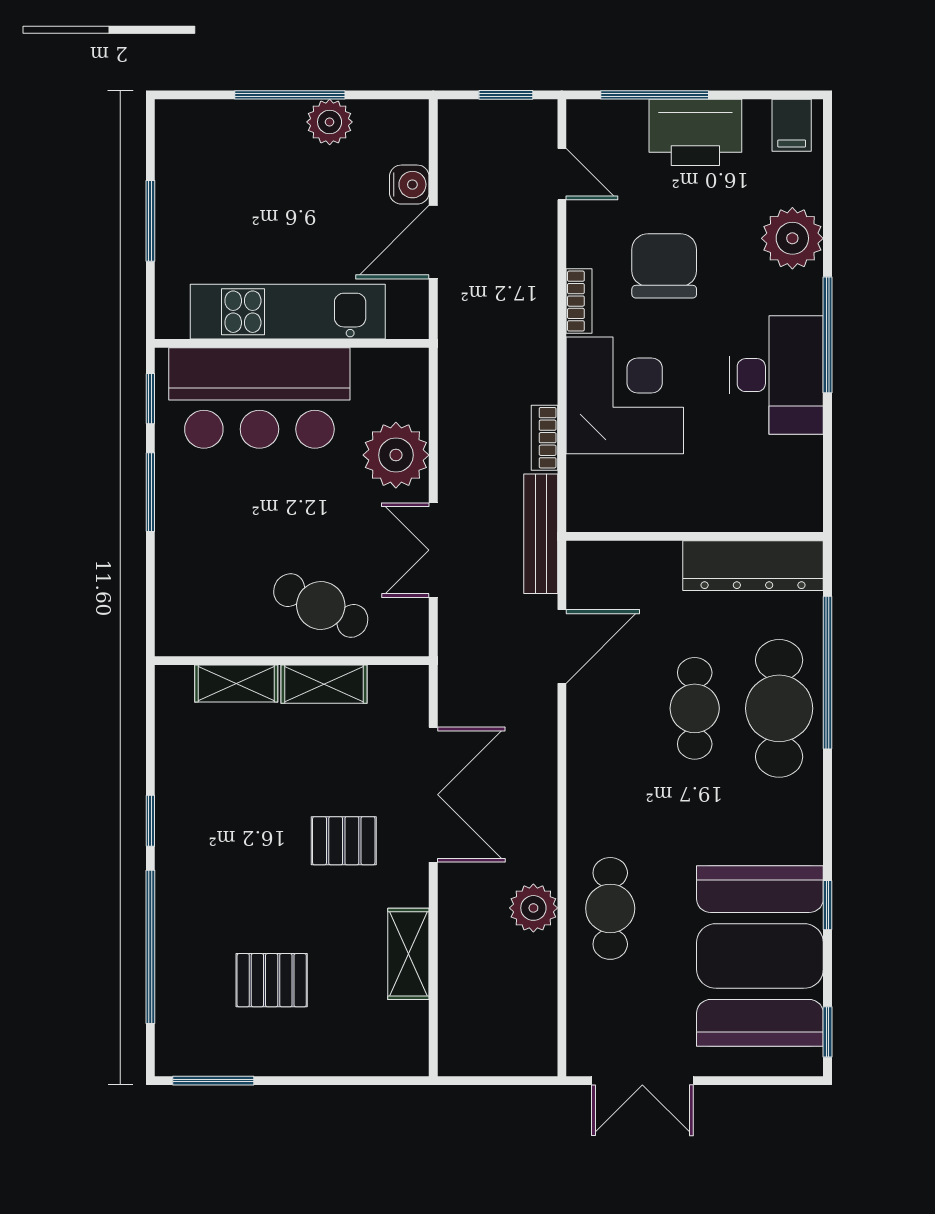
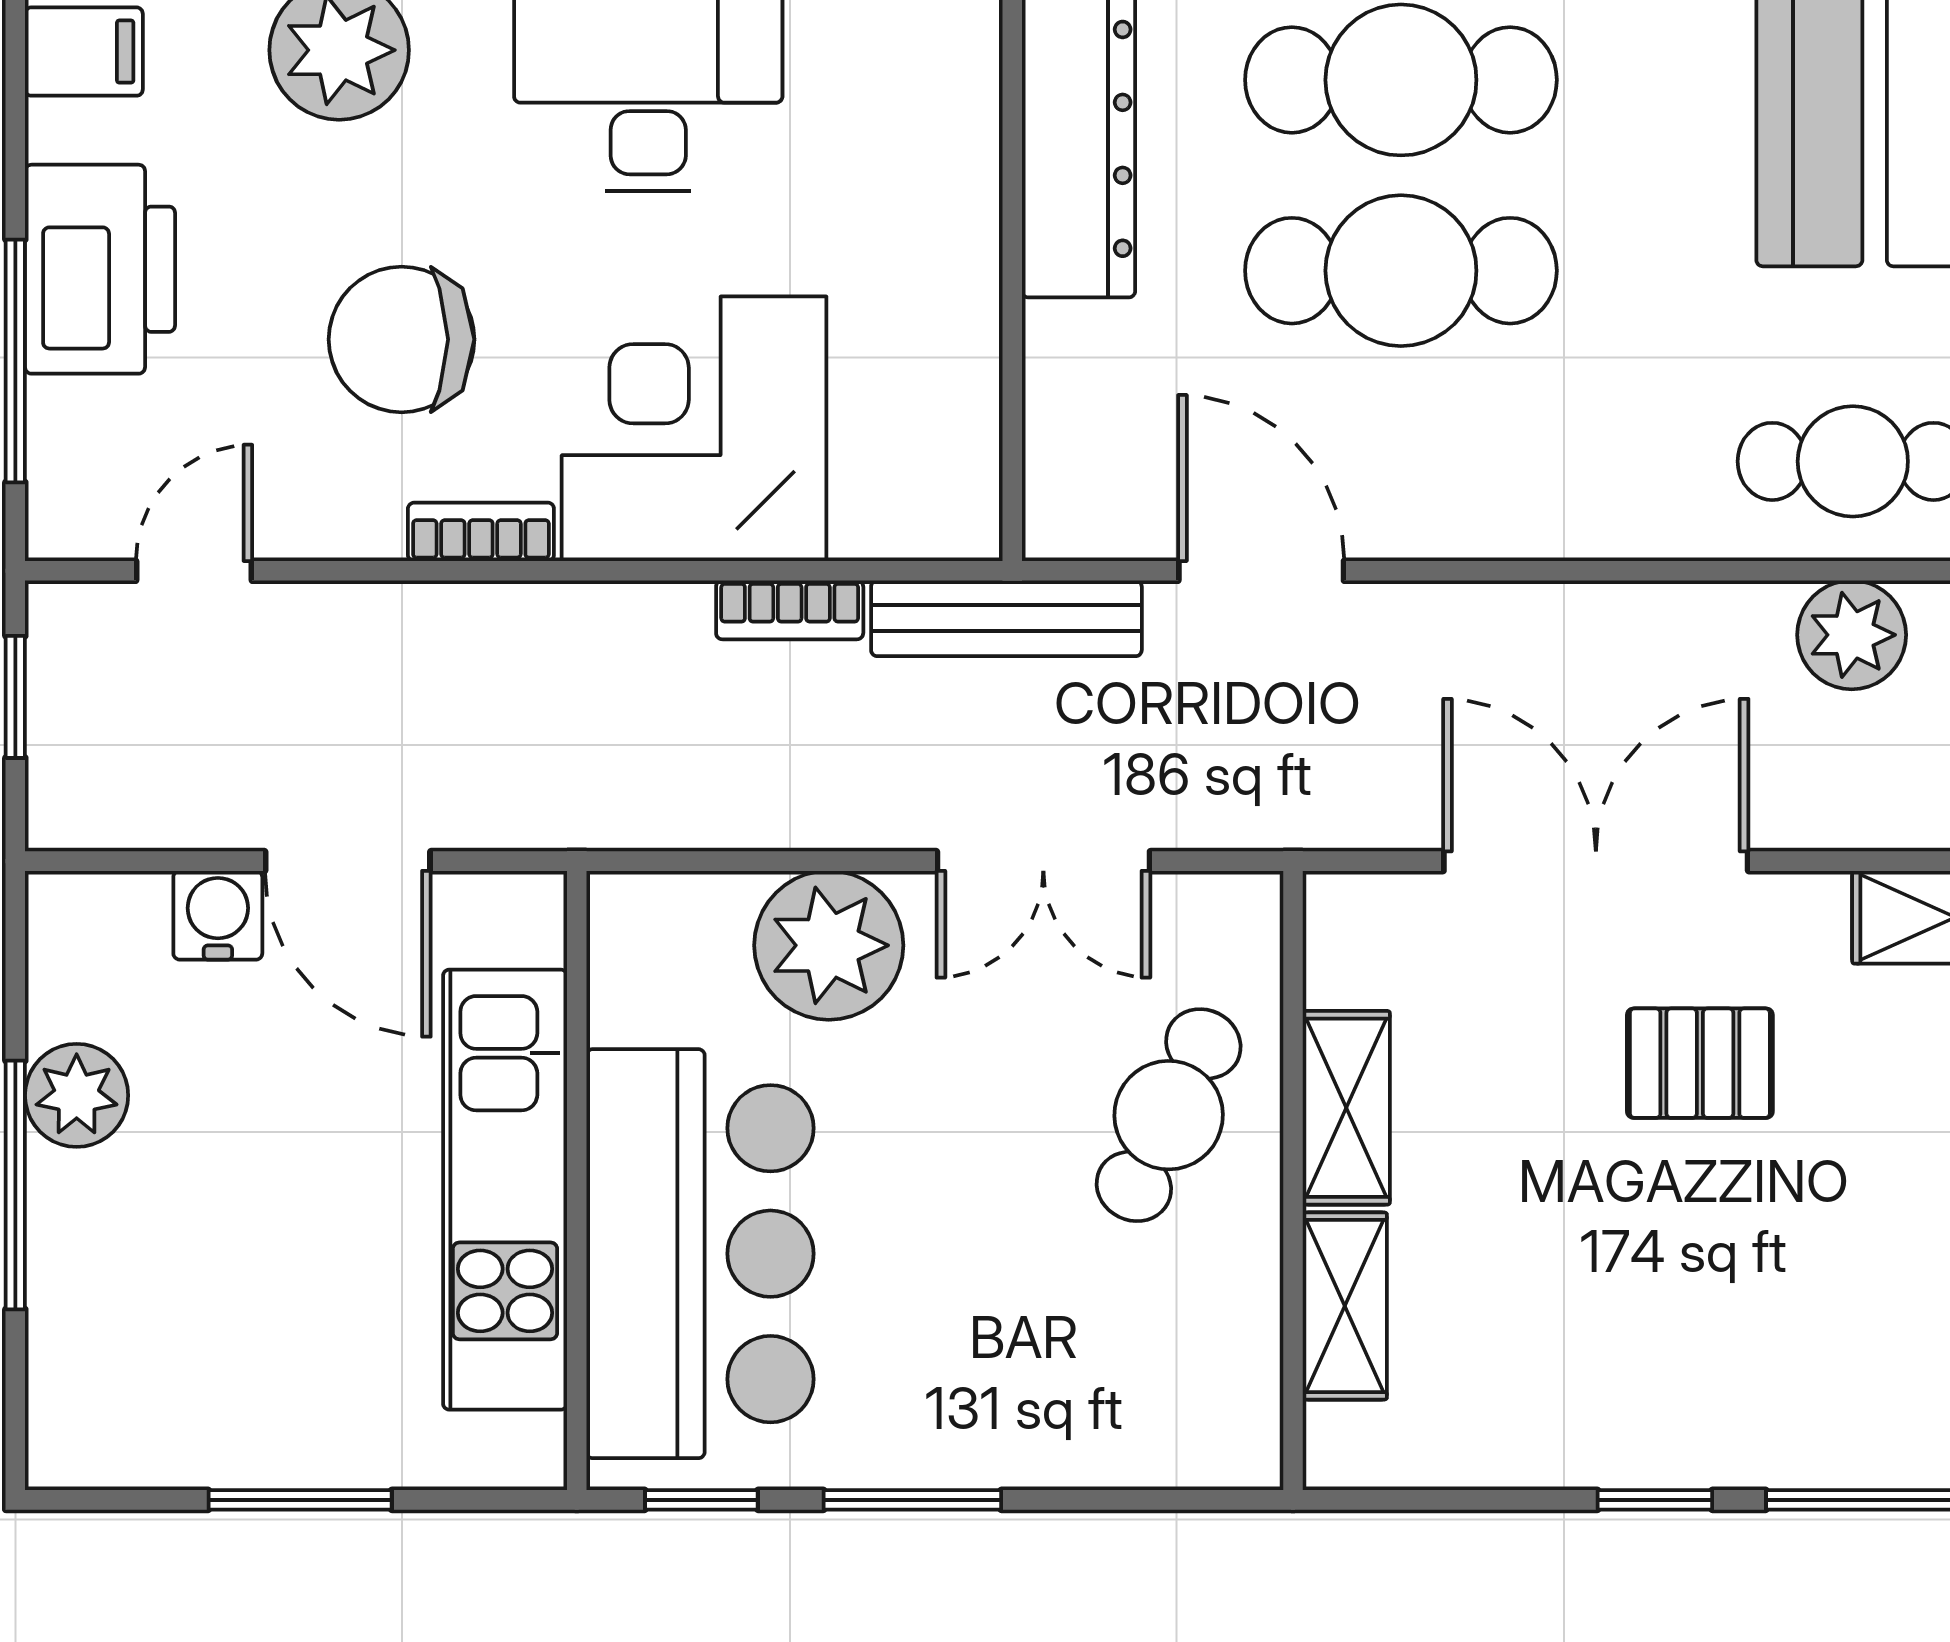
cafe table: (695, 708) -> (1401, 271), width x1.37, depth x1.35
pallet: (344, 841) -> (1700, 1063), turned 90

